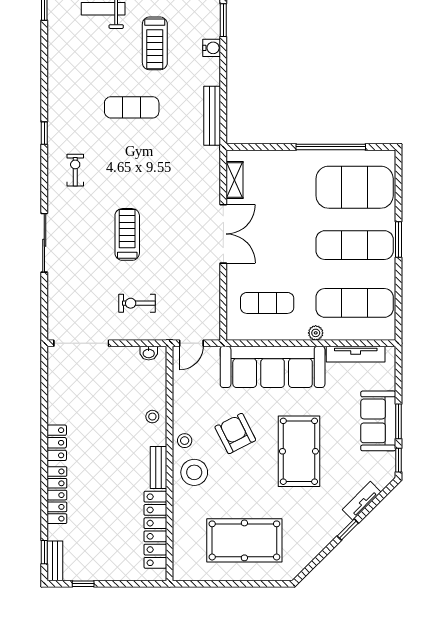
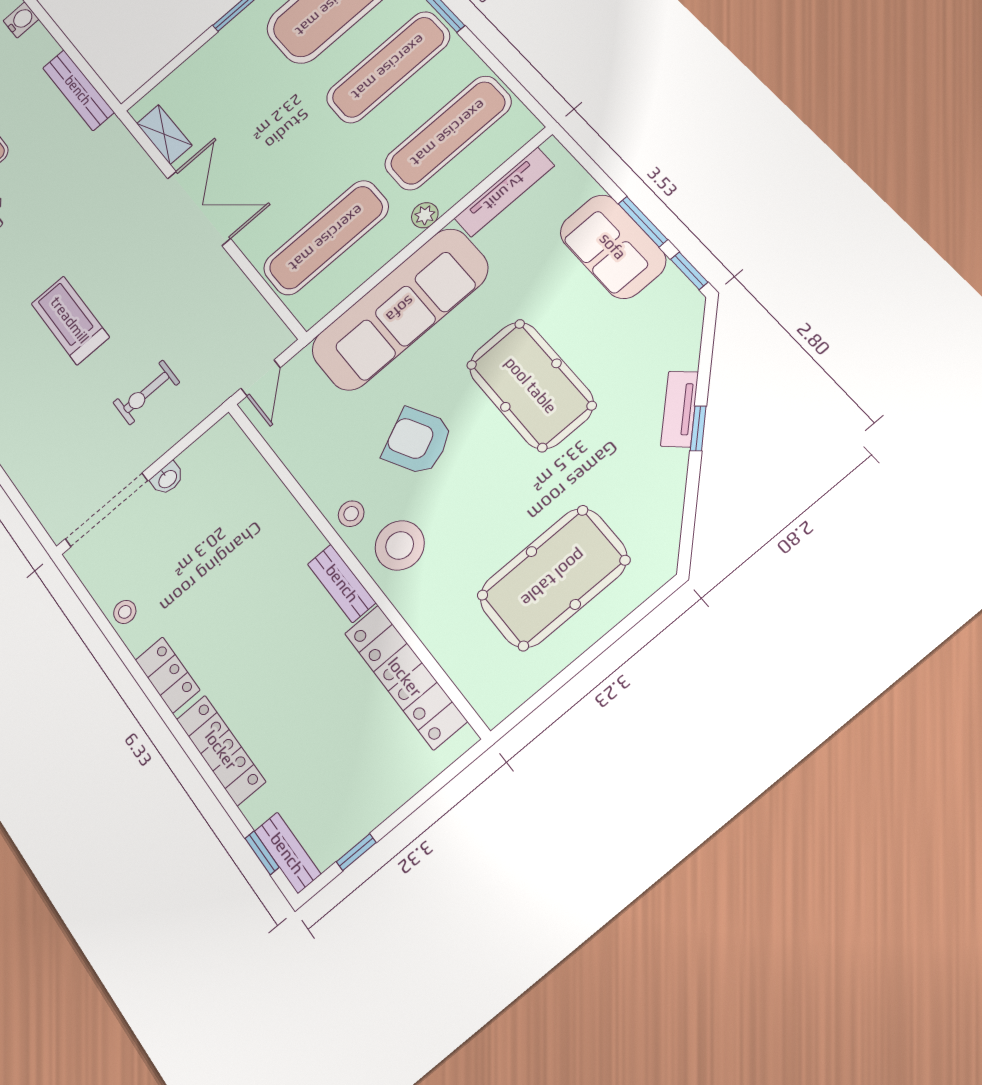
exercise mat: (267, 303) -> (326, 238), width x1.36, depth x1.45
washbasin: (149, 353) -> (167, 479), moved
stool: (152, 417) -> (125, 612), moved
tv unit: (362, 501) -> (680, 409), moved

